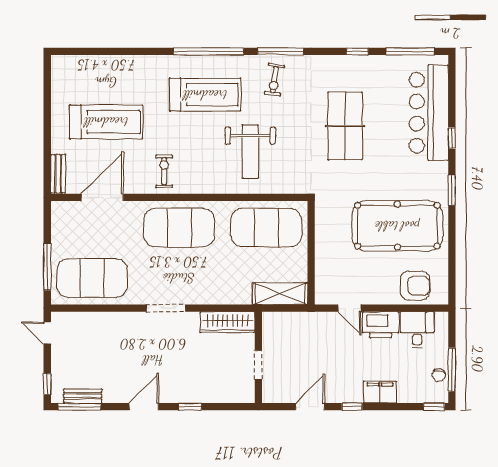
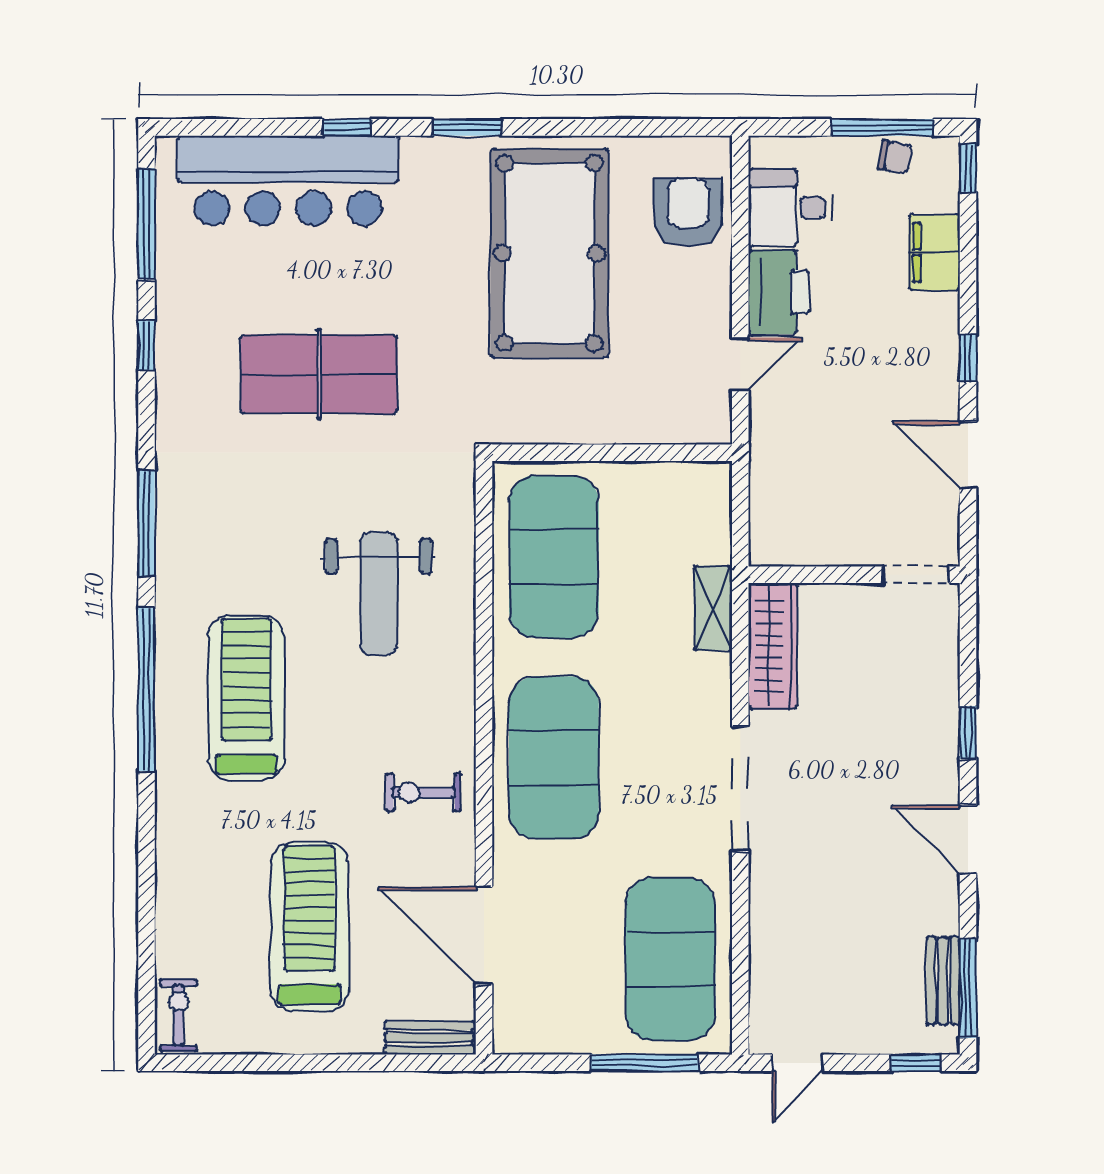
exercise bike: (274, 80) -> (178, 1015), moved, turned -98
weight bench: (250, 152) -> (379, 593), turned 90
shelving: (280, 294) -> (713, 608), moved, width x0.67, depth x0.75
doorway: (166, 308) -> (740, 789), width x1.36
doorway: (258, 365) -> (916, 575), moved
filing cabinet: (380, 392) -> (934, 252), moved

